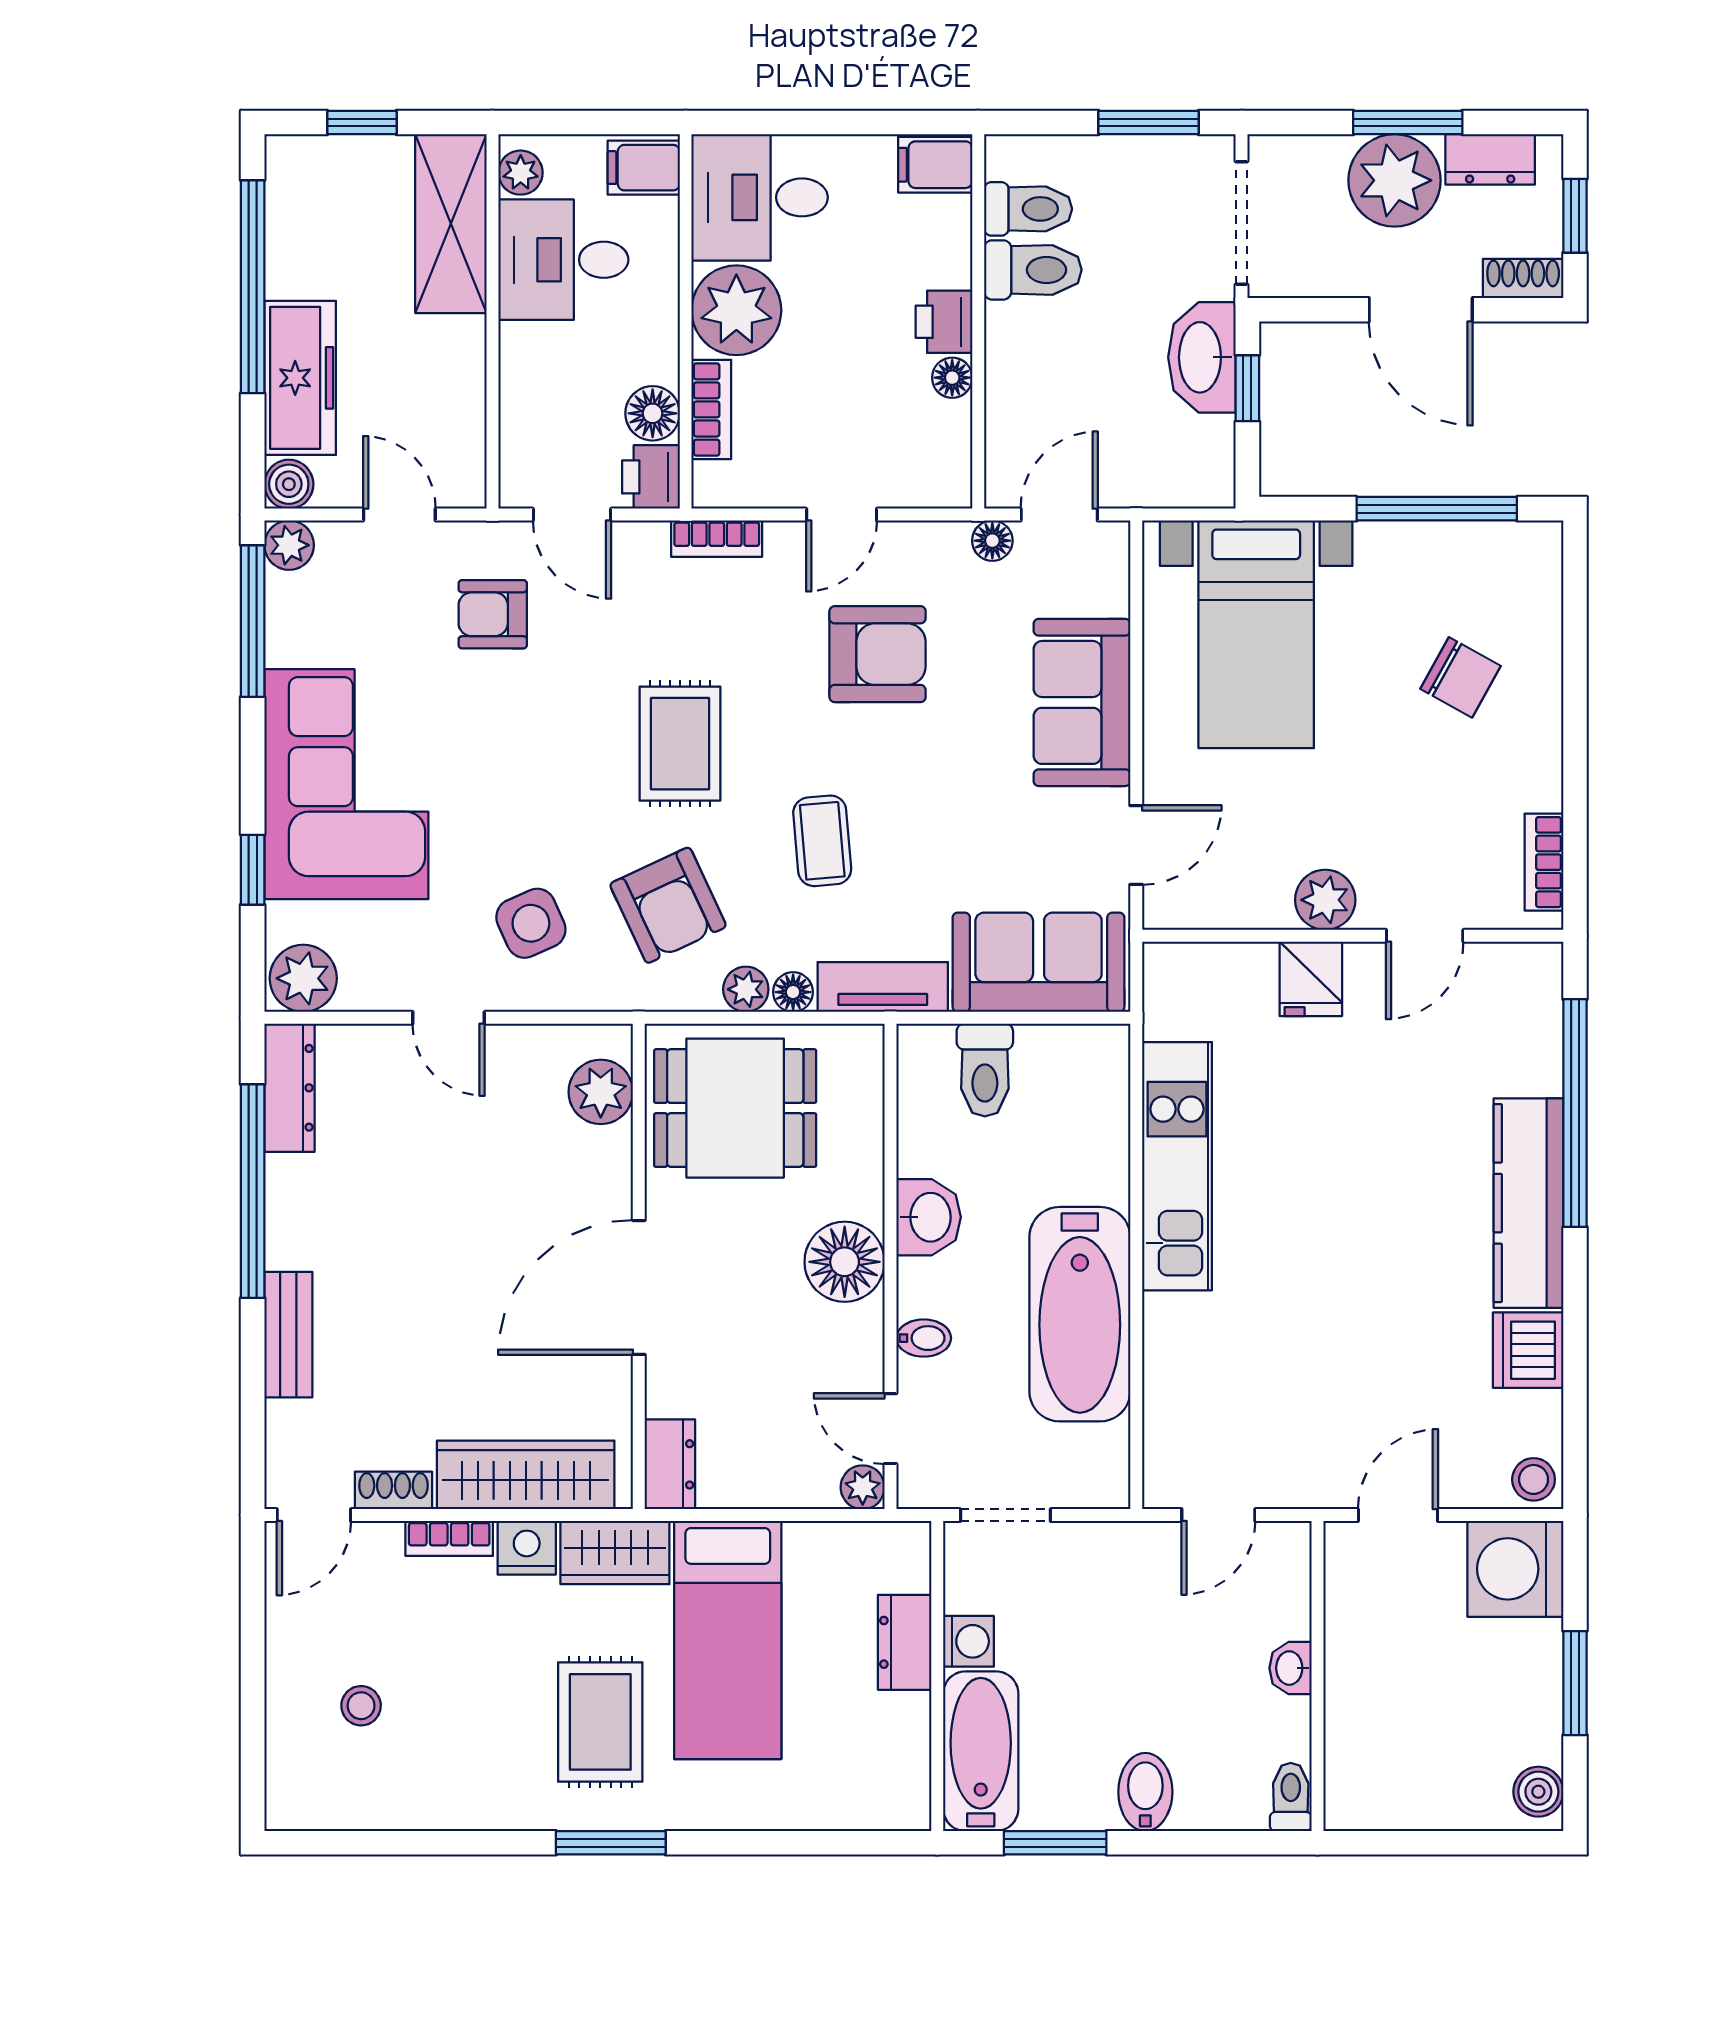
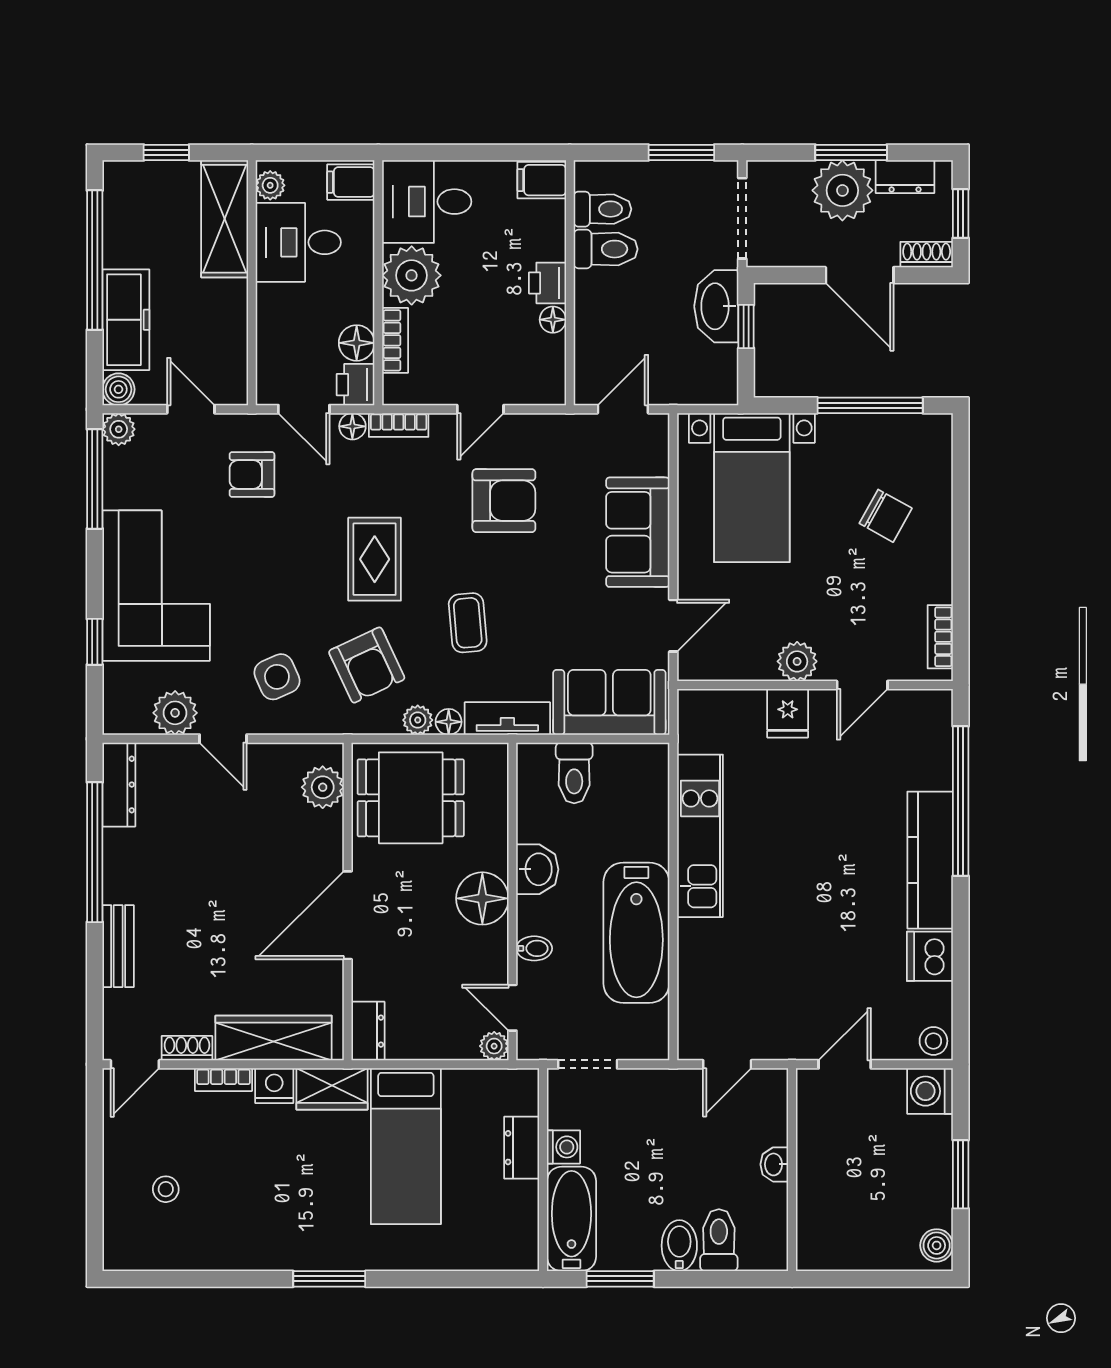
floor lamp: (992, 541) -> (352, 426), moved
plant: (303, 978) -> (175, 713), moved
washing machine: (1515, 1569) -> (930, 1091), width x0.73, depth x0.73
rug: (600, 1722) -> (322, 1200), removed
toilet: (1291, 1797) -> (719, 1240), moved, width x1.37, depth x1.39

